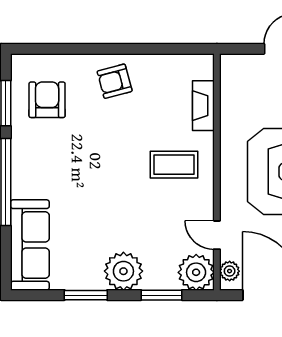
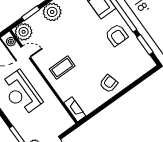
armchair: (47, 100) -> (117, 35), moved
fireplace: (203, 106) -> (75, 109), moved

